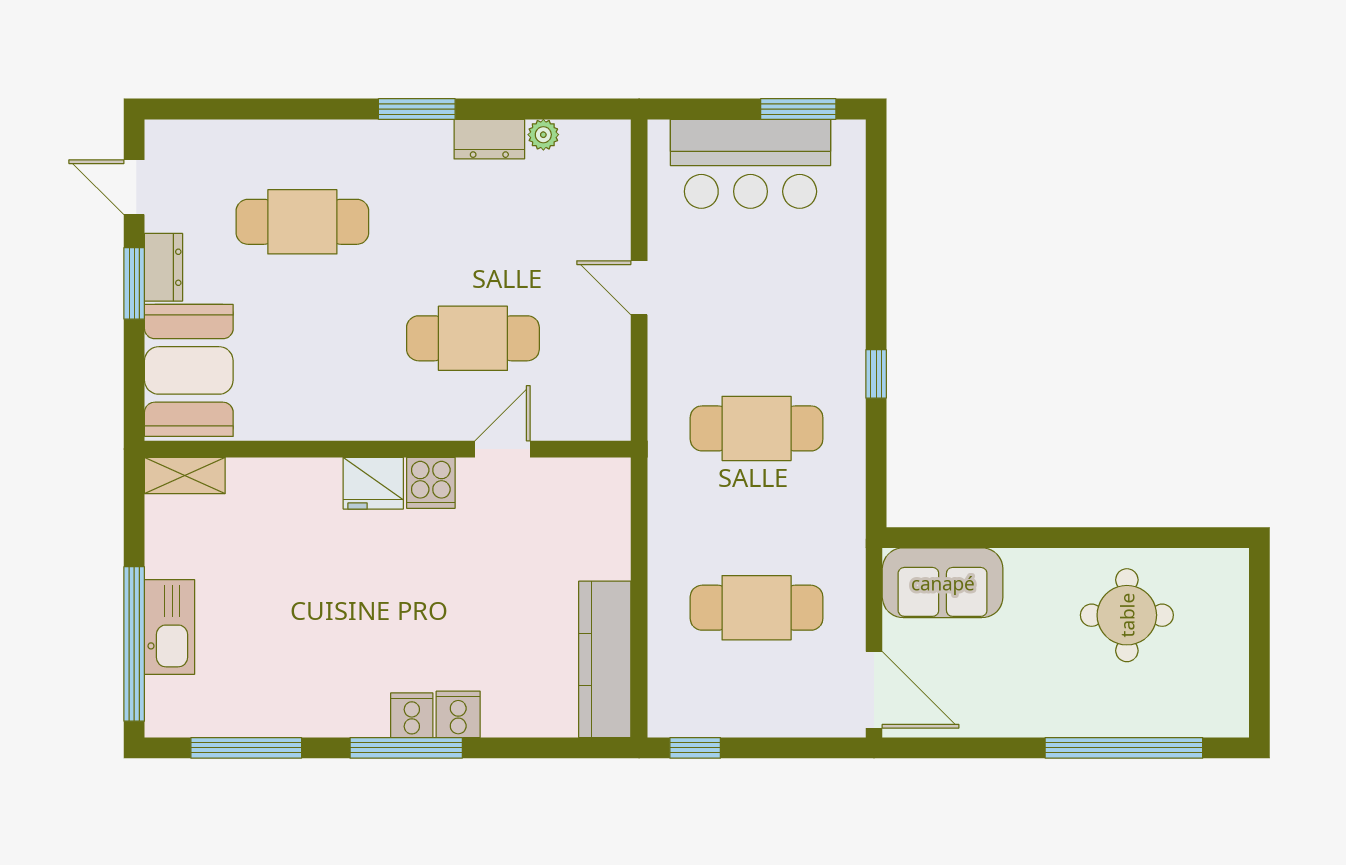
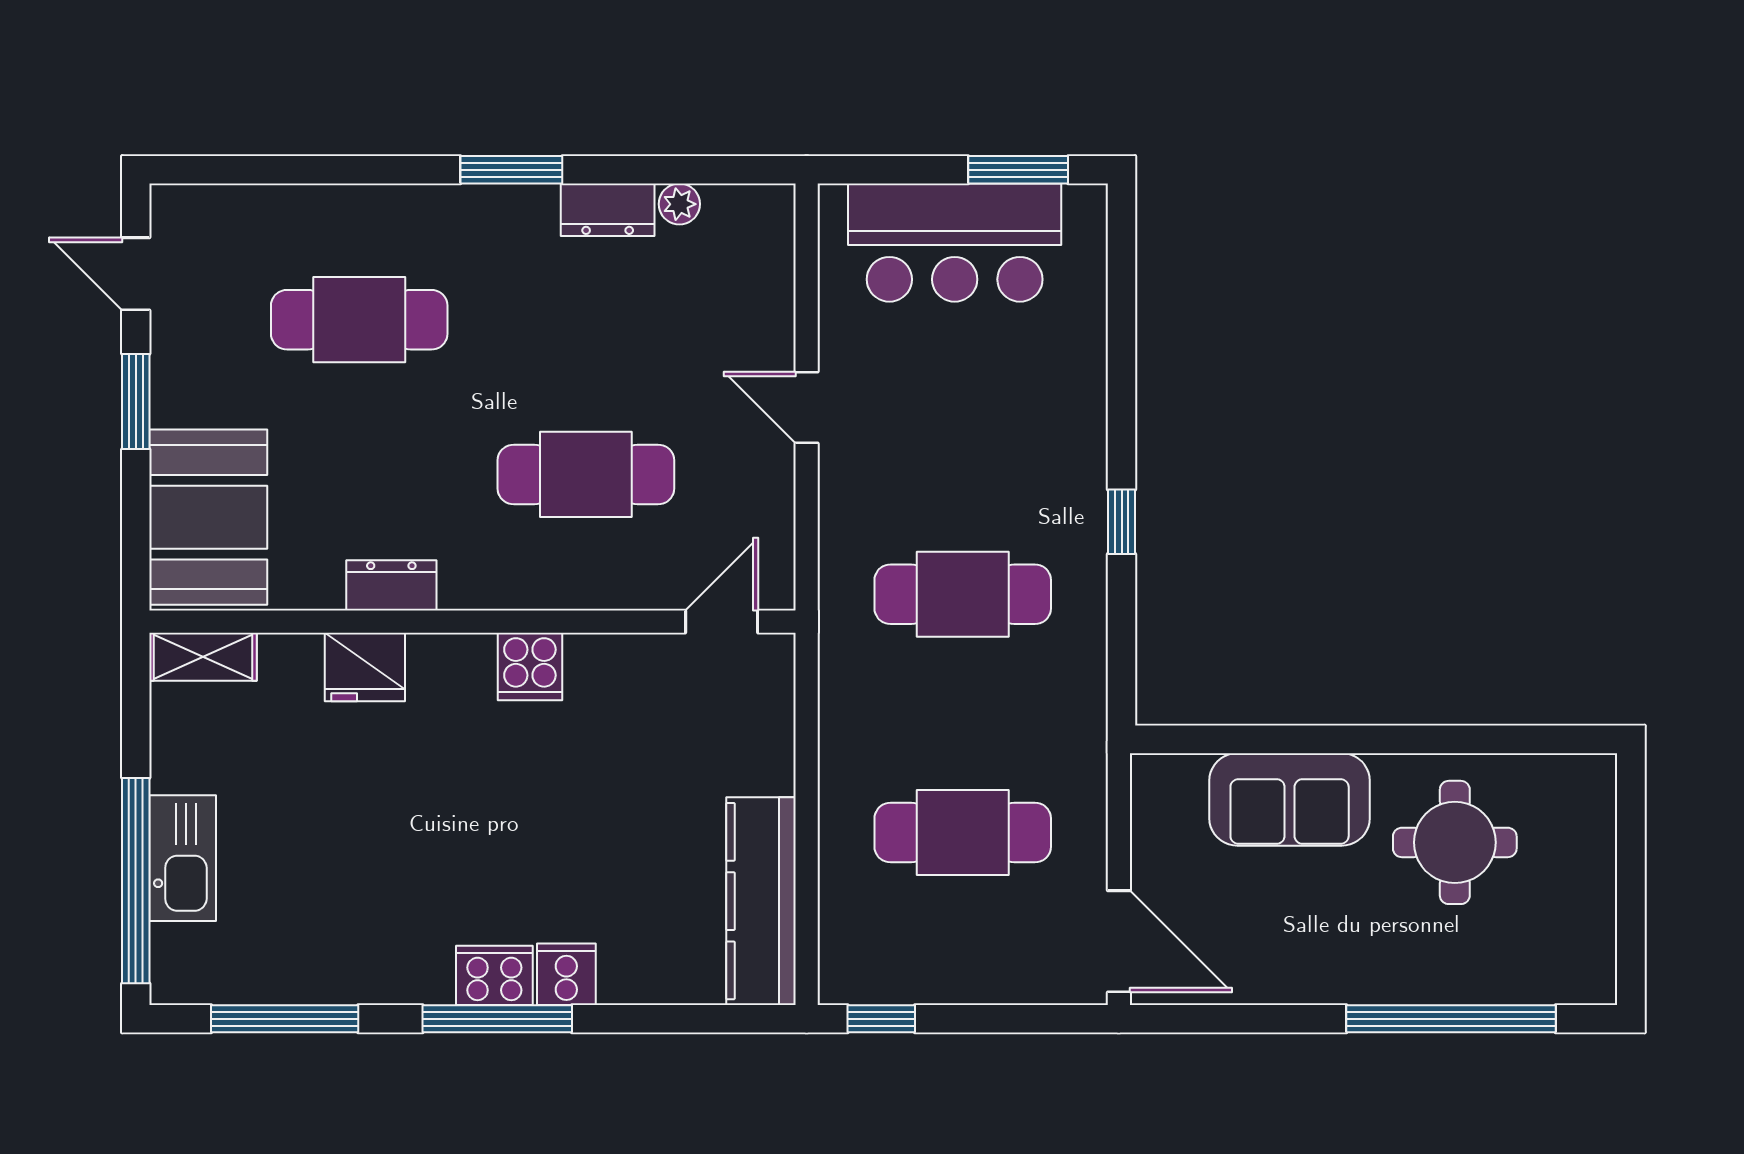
dresser: (164, 267) -> (391, 585), moved, turned -90
door: (502, 449) -> (722, 622), moved
fridge: (373, 483) -> (365, 667), moved
sofa: (943, 583) -> (1290, 799), moved
cooker: (412, 715) -> (494, 975), width x1.36

